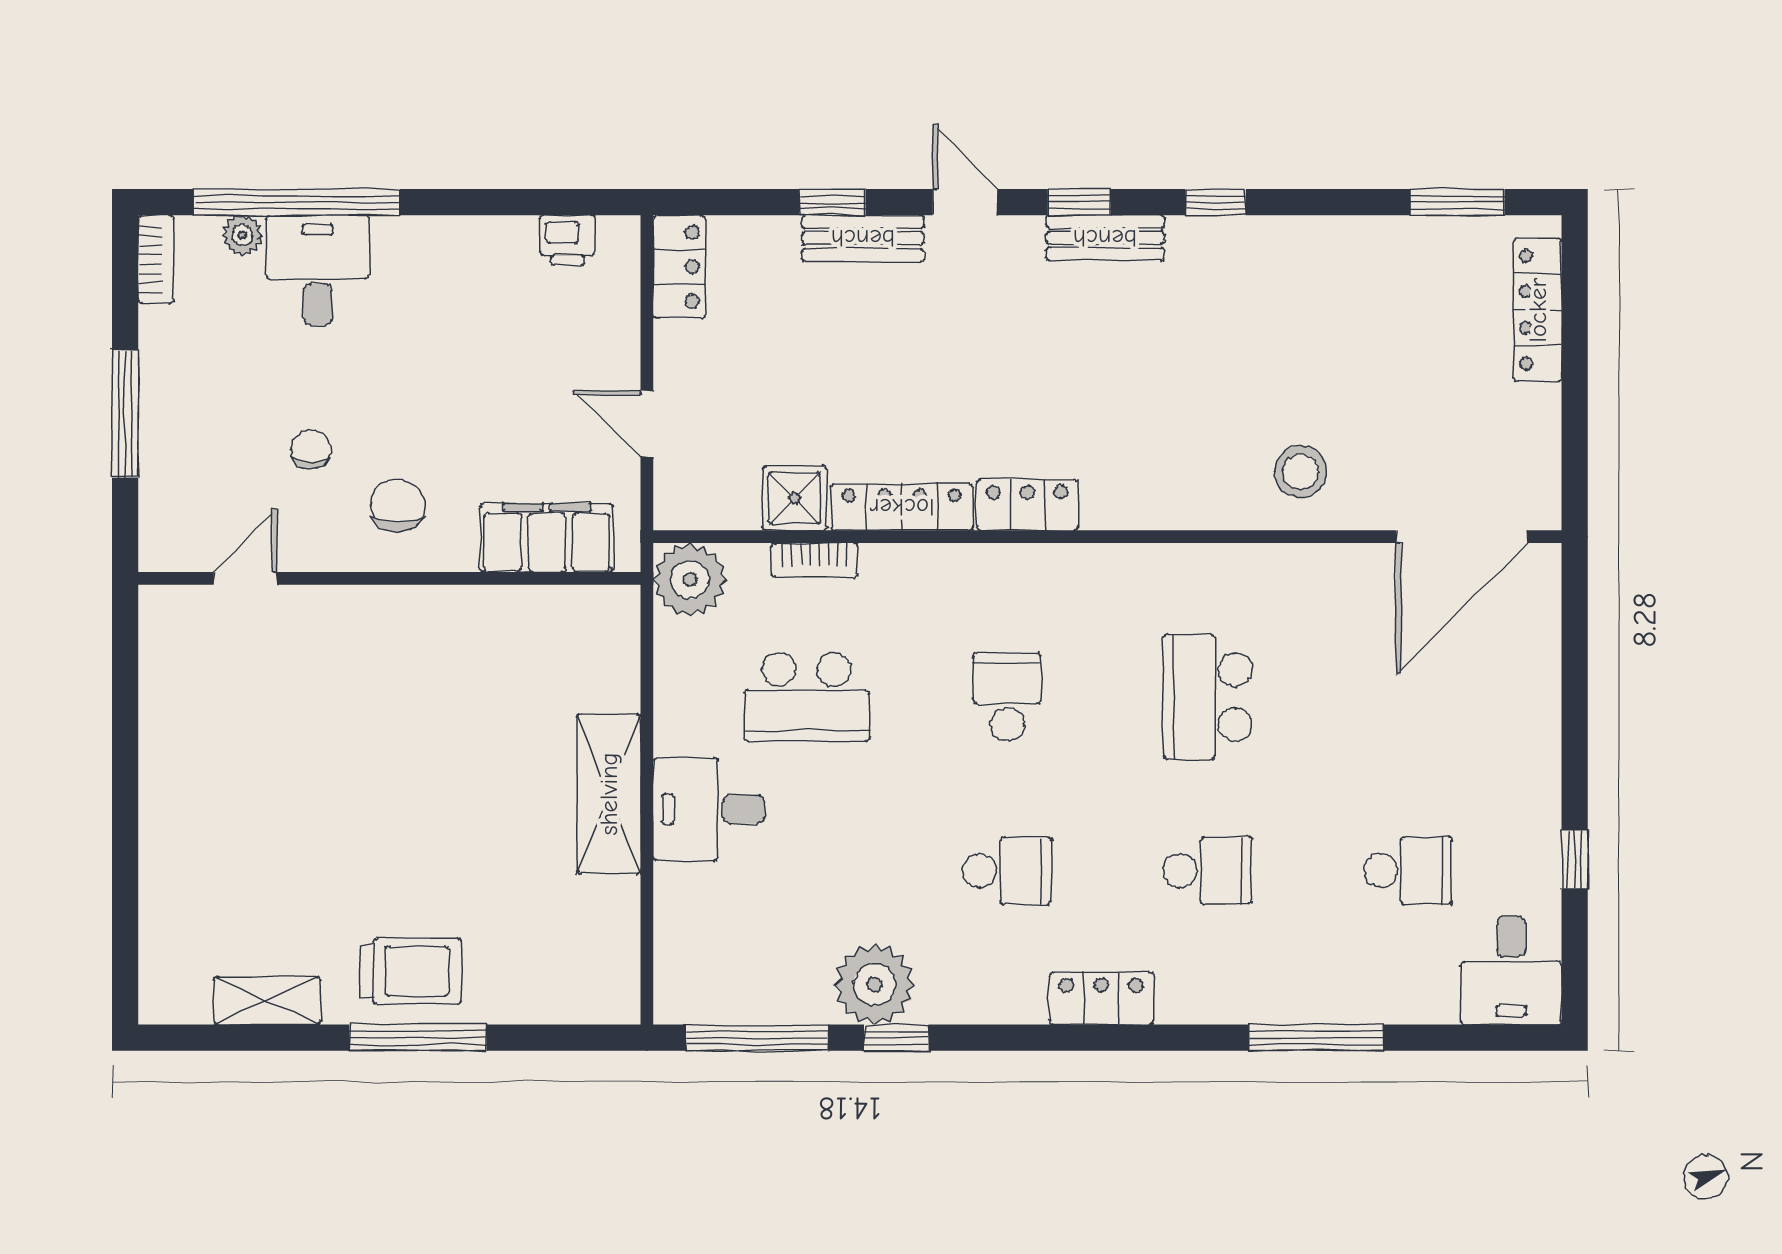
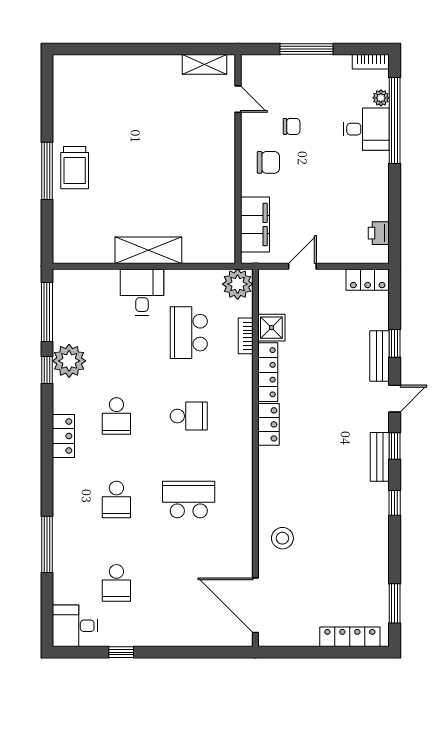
locker: (1101, 998) -> (63, 436), moved
shelving: (267, 1001) -> (205, 64), moved, turned 90

